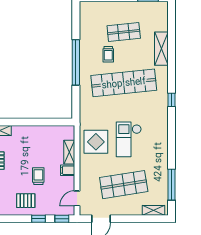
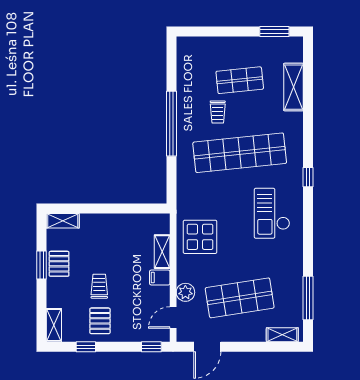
shelving: (161, 49) -> (293, 87), moved
checkout: (129, 139) -> (272, 213), moved
trolley: (38, 176) -> (99, 286), moved
plant: (86, 181) -> (185, 292), added
pallet: (26, 201) -> (100, 321), turned 90
window: (38, 219) -> (86, 347), moved

